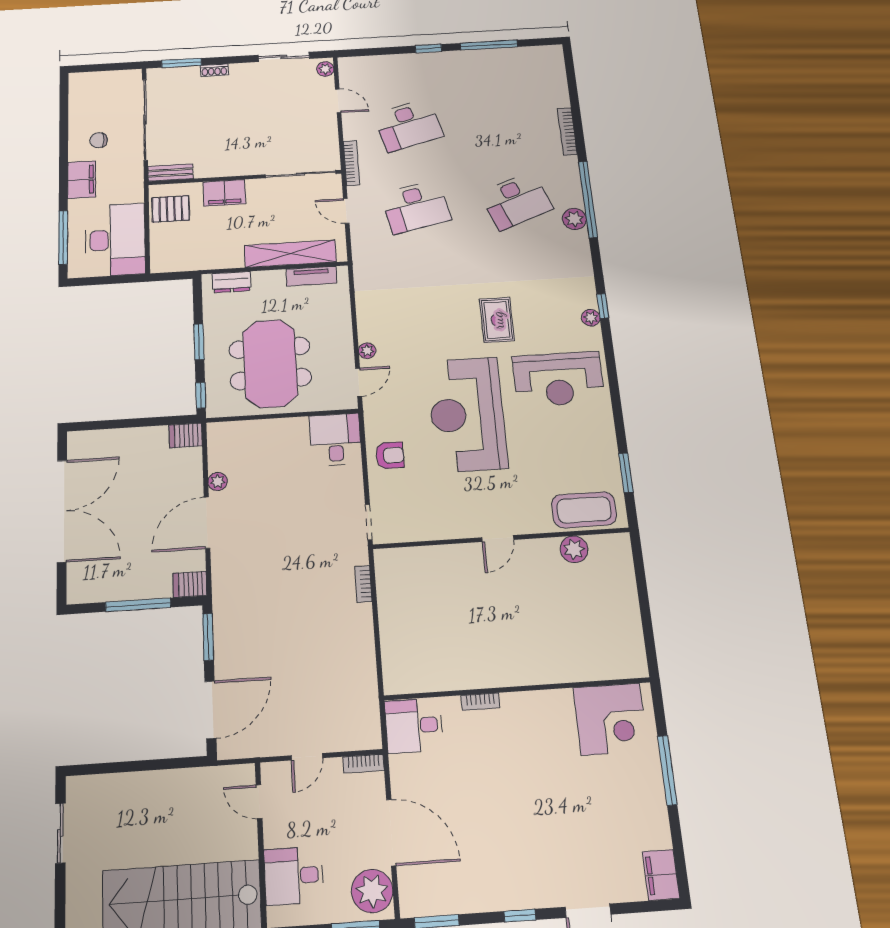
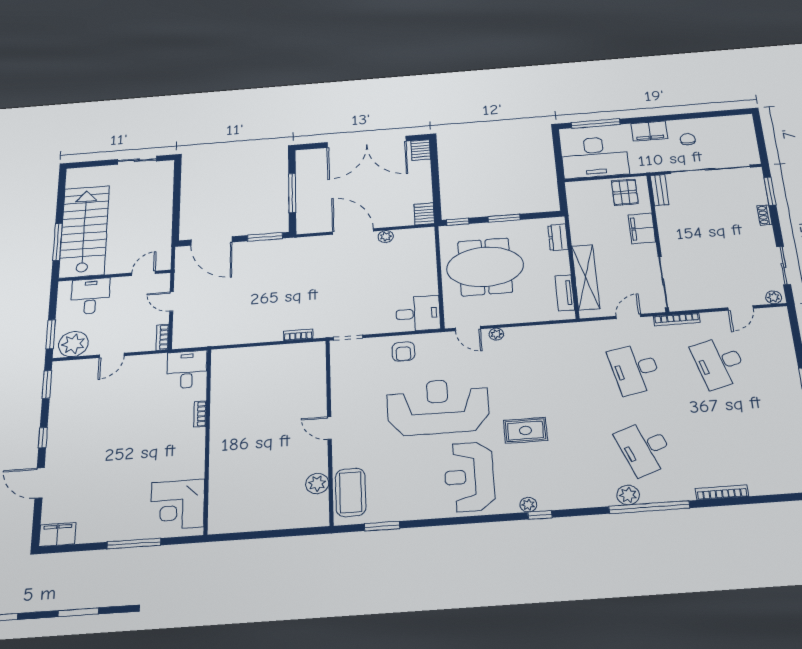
server rack: (190, 584) -> (421, 150), moved, turned 180
door: (391, 833) -> (112, 355), width x0.53

